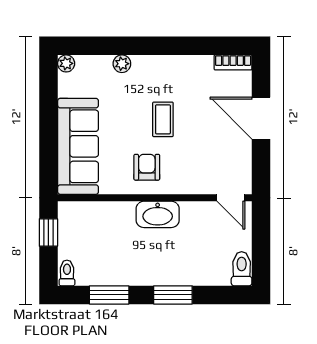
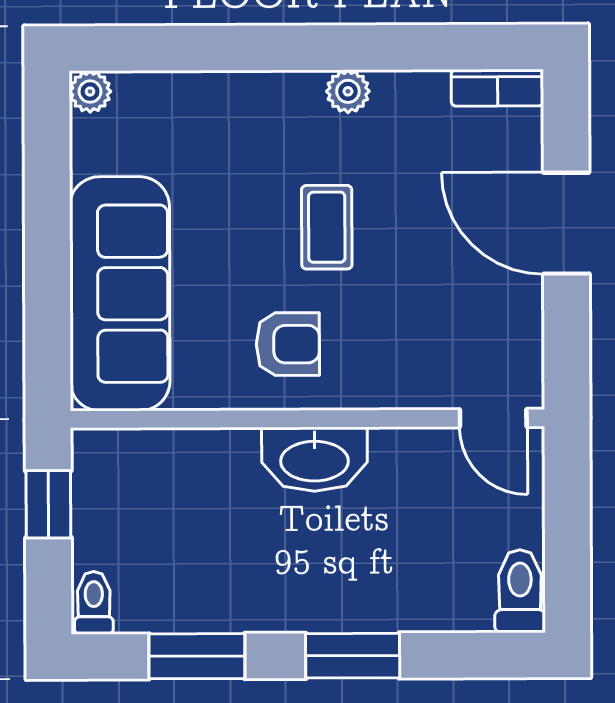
plant: (122, 64) -> (348, 91), moved
armchair: (147, 167) -> (288, 344), turned 90

